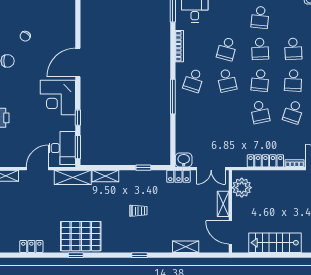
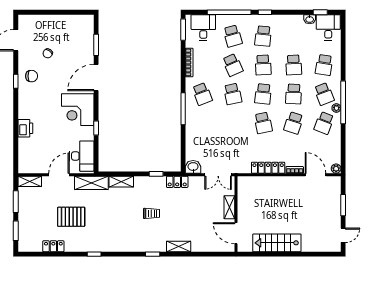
school desk: (227, 17) -> (233, 36), added
school desk: (227, 49) -> (233, 65), turned -39
school desk: (194, 80) -> (202, 94), turned -39
window: (78, 147) -> (96, 45), moved
locker: (178, 176) -> (177, 182), moved
plant: (242, 188) -> (246, 192), removed
pallet: (81, 236) -> (71, 217), moved, width x0.73, depth x0.71
shelving: (186, 247) -> (179, 246), moved

